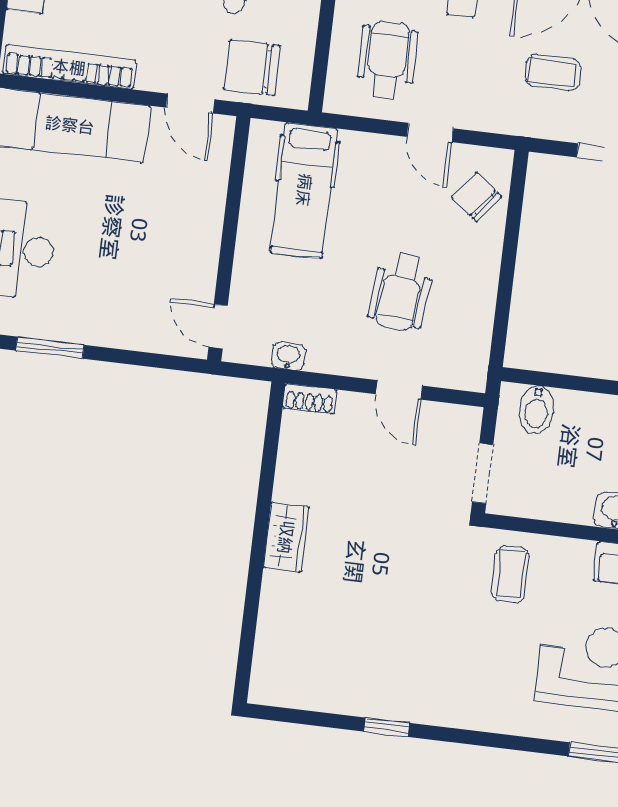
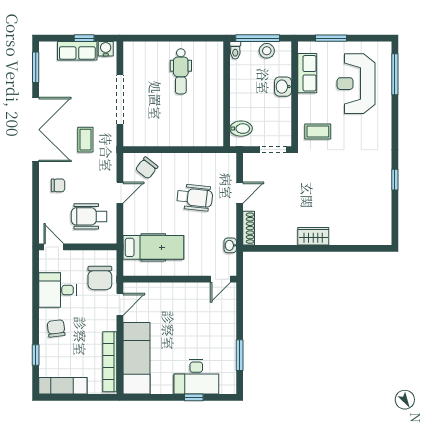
shoe rack: (310, 399) -> (249, 228), width x1.43

